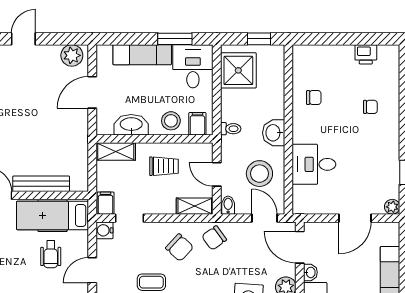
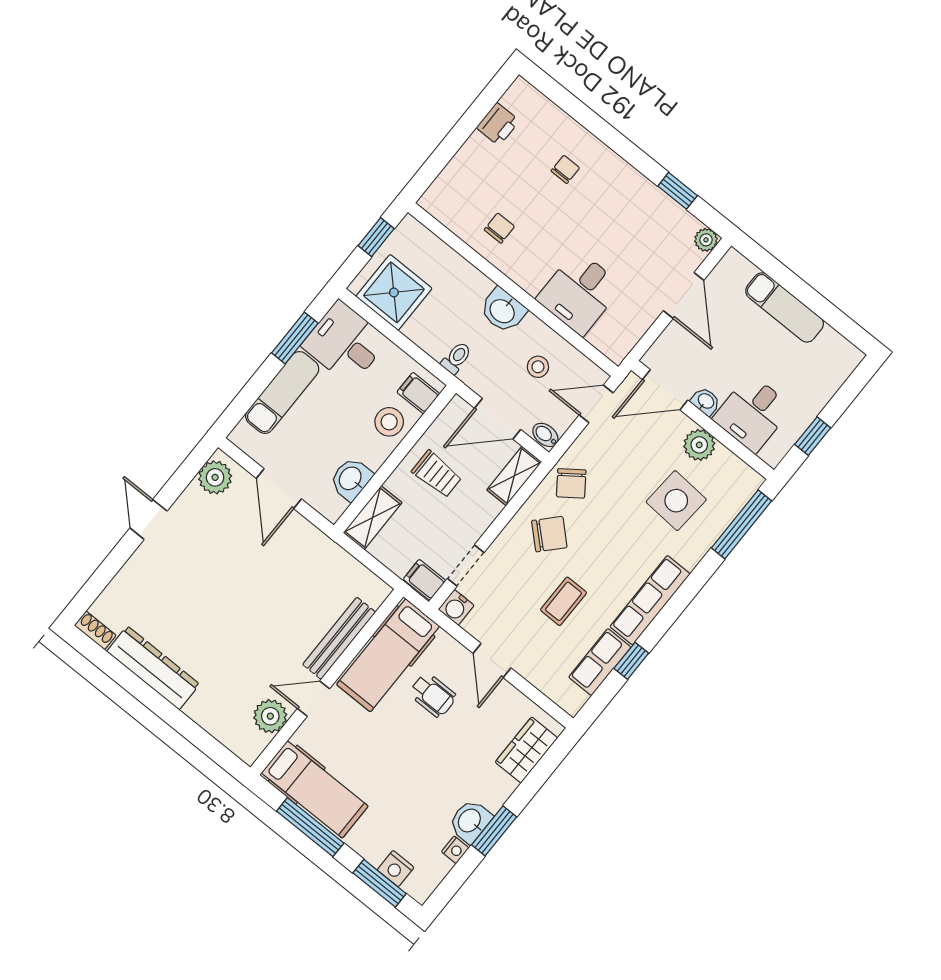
washbasin: (131, 125) -> (351, 479), width x0.72
trolley: (164, 166) -> (437, 474), turned 90
door: (217, 174) -> (498, 419), width x1.38
stool: (259, 174) -> (538, 367), width x0.53, depth x0.53

